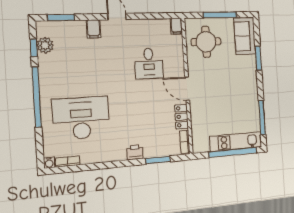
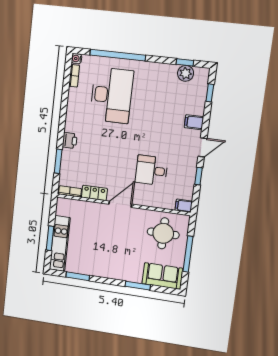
window: (146, 16) -> (199, 176), added
window: (61, 17) -> (210, 93), width x0.67
window: (37, 97) -> (118, 55), moved
window: (262, 118) -> (78, 276), width x0.69
window: (233, 152) -> (50, 238), width x0.47

